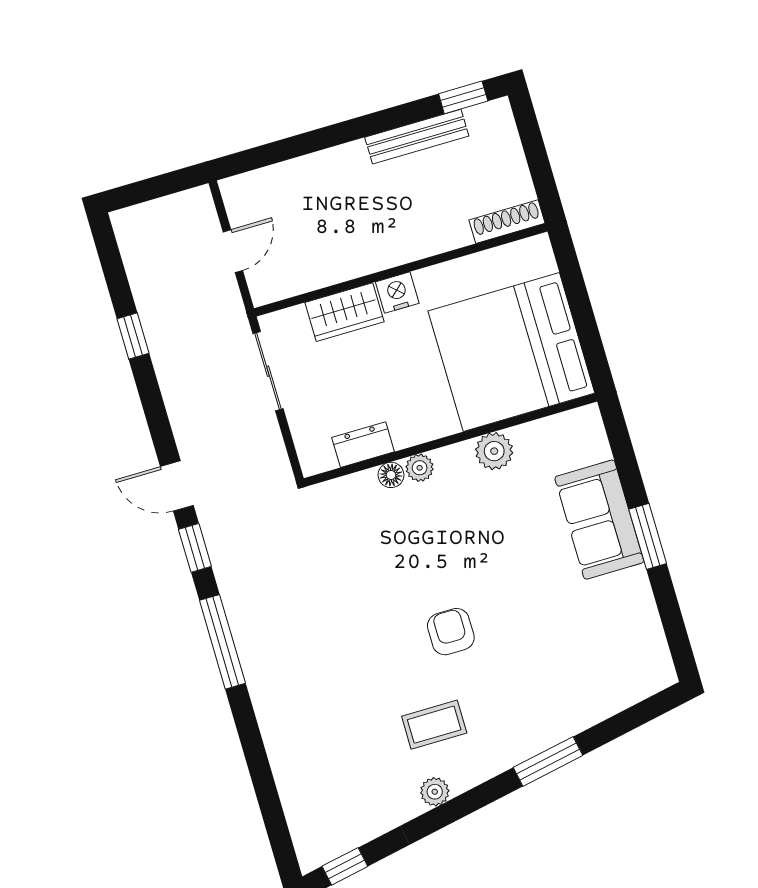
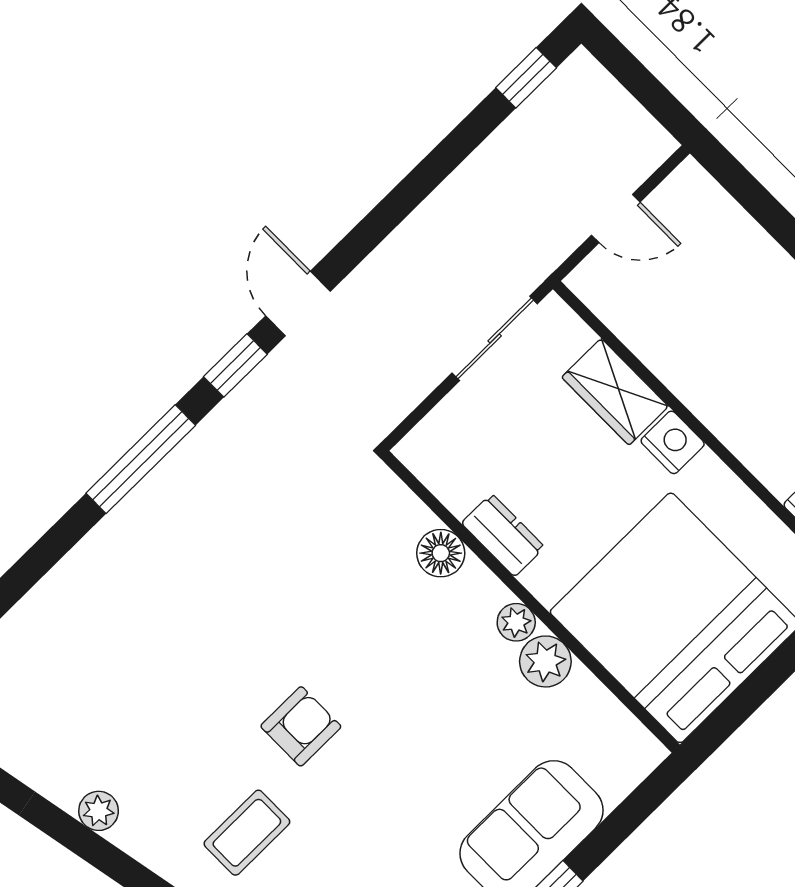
window: (133, 336) -> (526, 78), moved
dresser: (363, 445) -> (503, 535), moved
plant: (420, 468) -> (516, 622), moved
floor lamp: (391, 475) -> (441, 553), width x1.37, depth x1.37
coffee table: (434, 725) -> (247, 833), moved, turned 90

